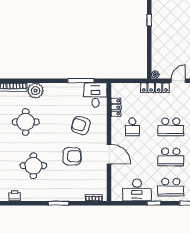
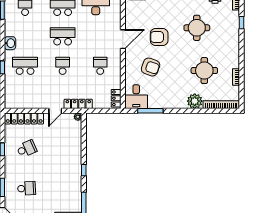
locker: (116, 107) -> (116, 98), moved
school desk: (171, 127) -> (63, 66), width x0.54
door: (109, 154) -> (123, 39), swing flipped

